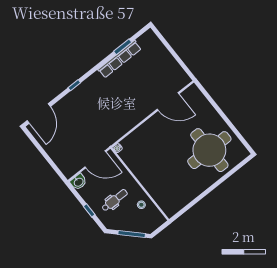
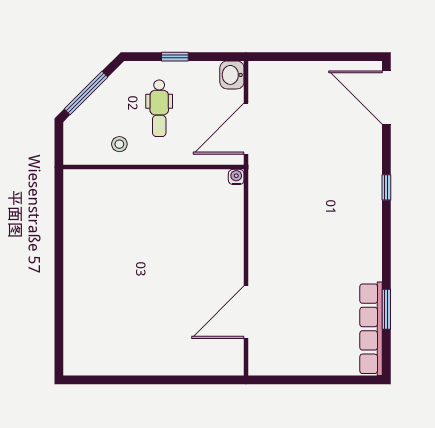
row of seats: (120, 59) -> (371, 329), moved
round table: (209, 150) -> (120, 316), removed

